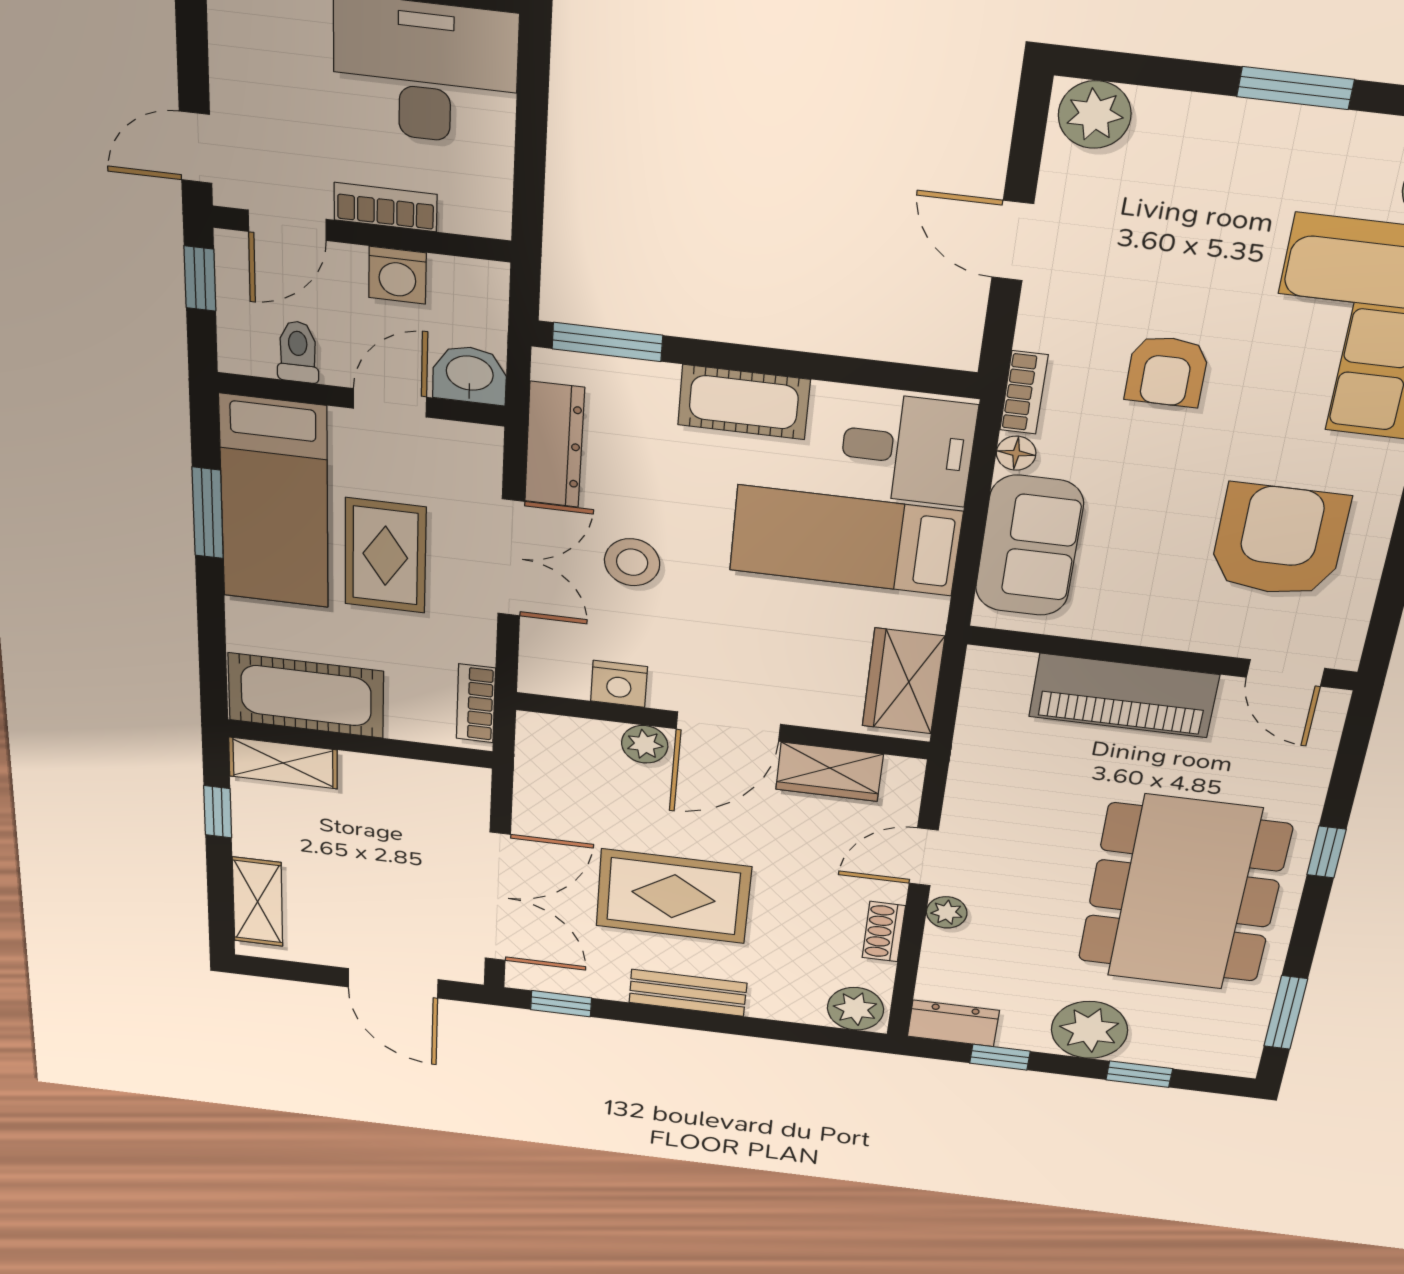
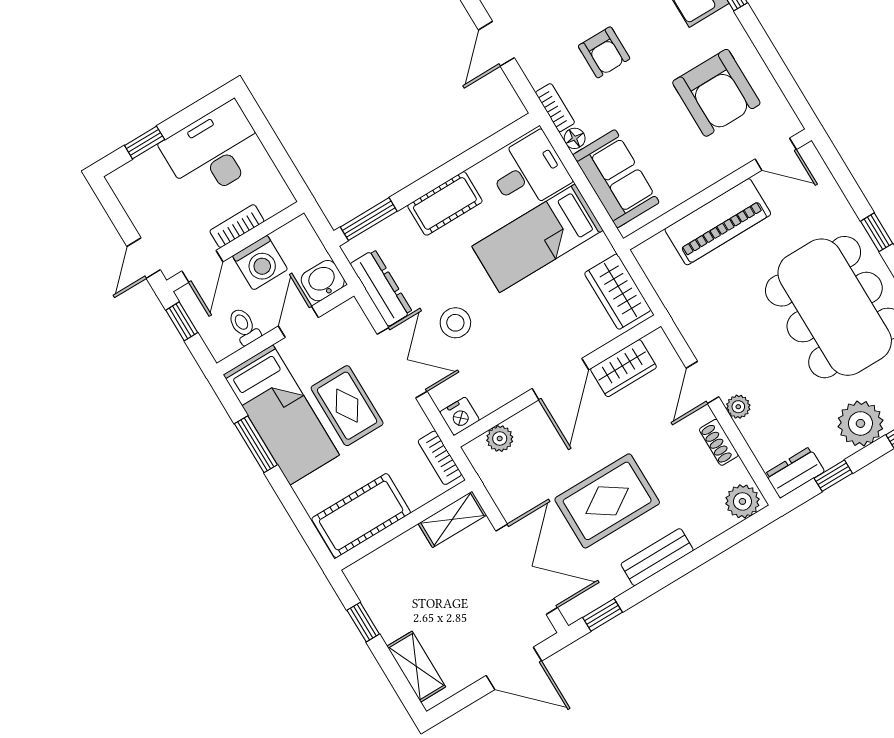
door: (1013, 241) -> (496, 44), hinge flipped
washing machine: (397, 275) -> (260, 263), width x1.38, depth x1.38
armchair: (1279, 541) -> (716, 93), turned 180
nightstand: (619, 684) -> (460, 416), moved
plant: (645, 744) -> (500, 439), moved
shelving: (283, 763) -> (452, 519), moved

